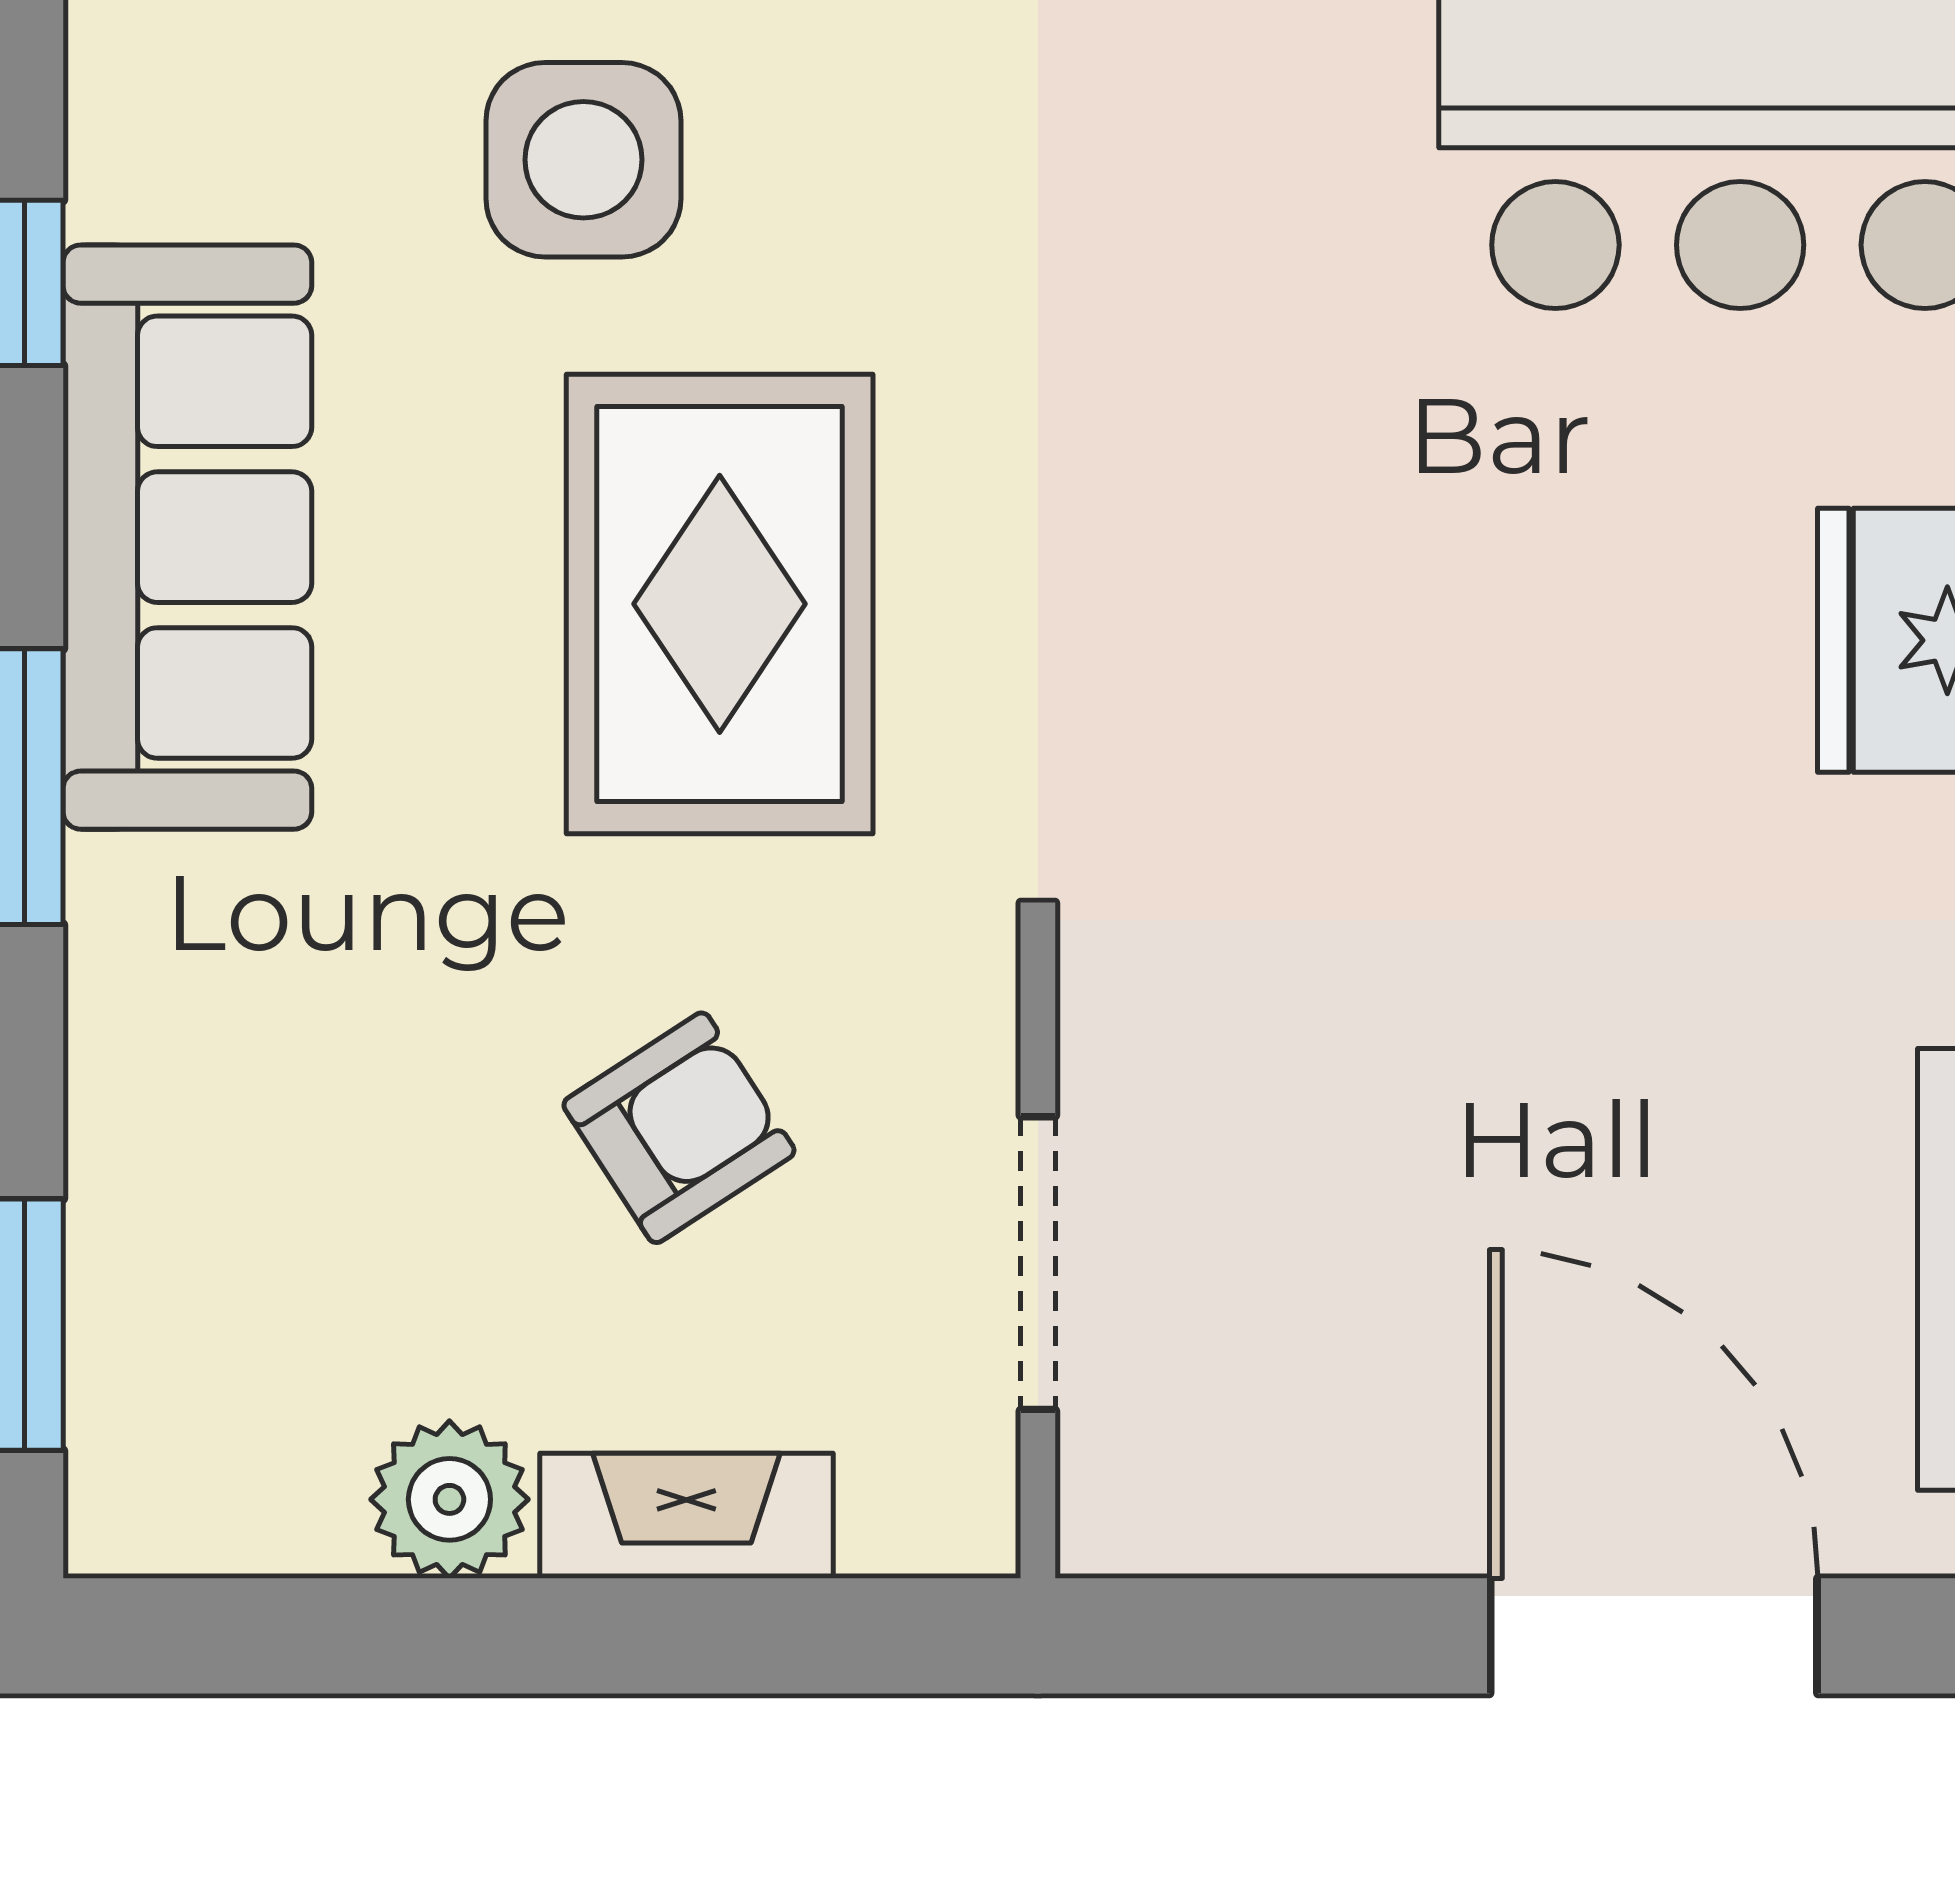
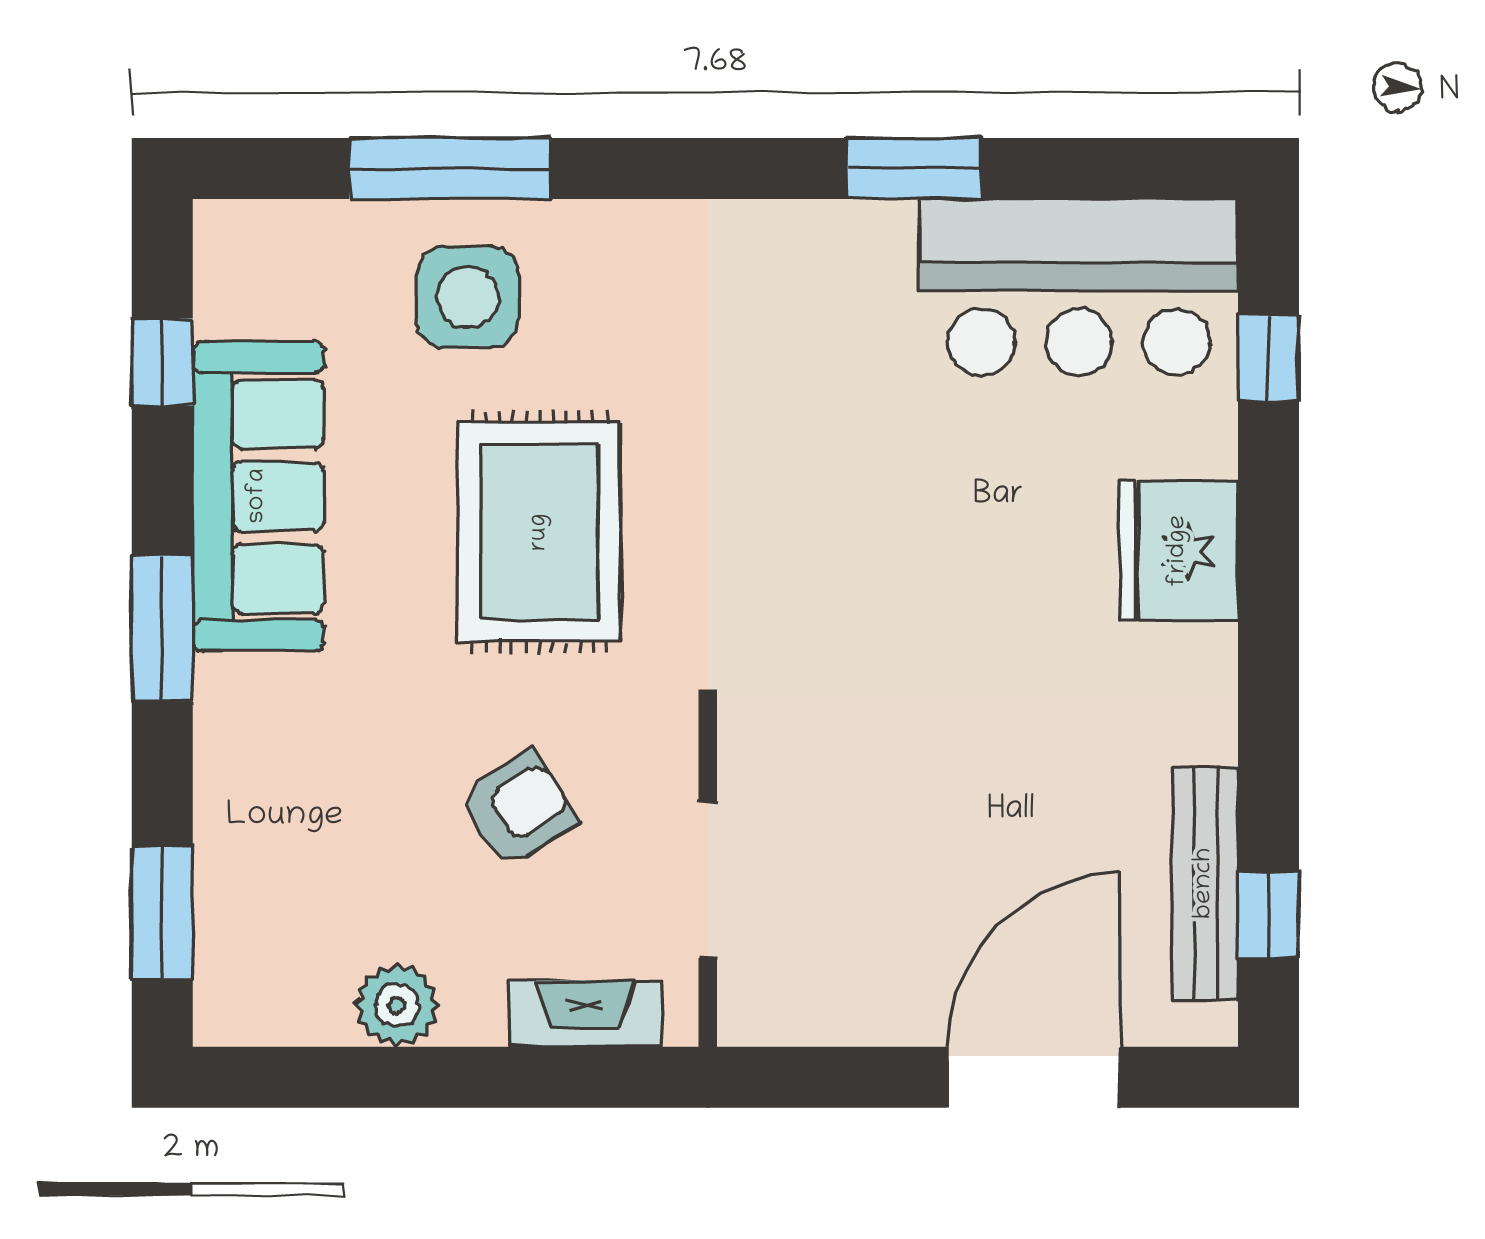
fireplace: (686, 1516) -> (586, 1014), moved
door: (1654, 1636) -> (1033, 1077), hinge flipped

